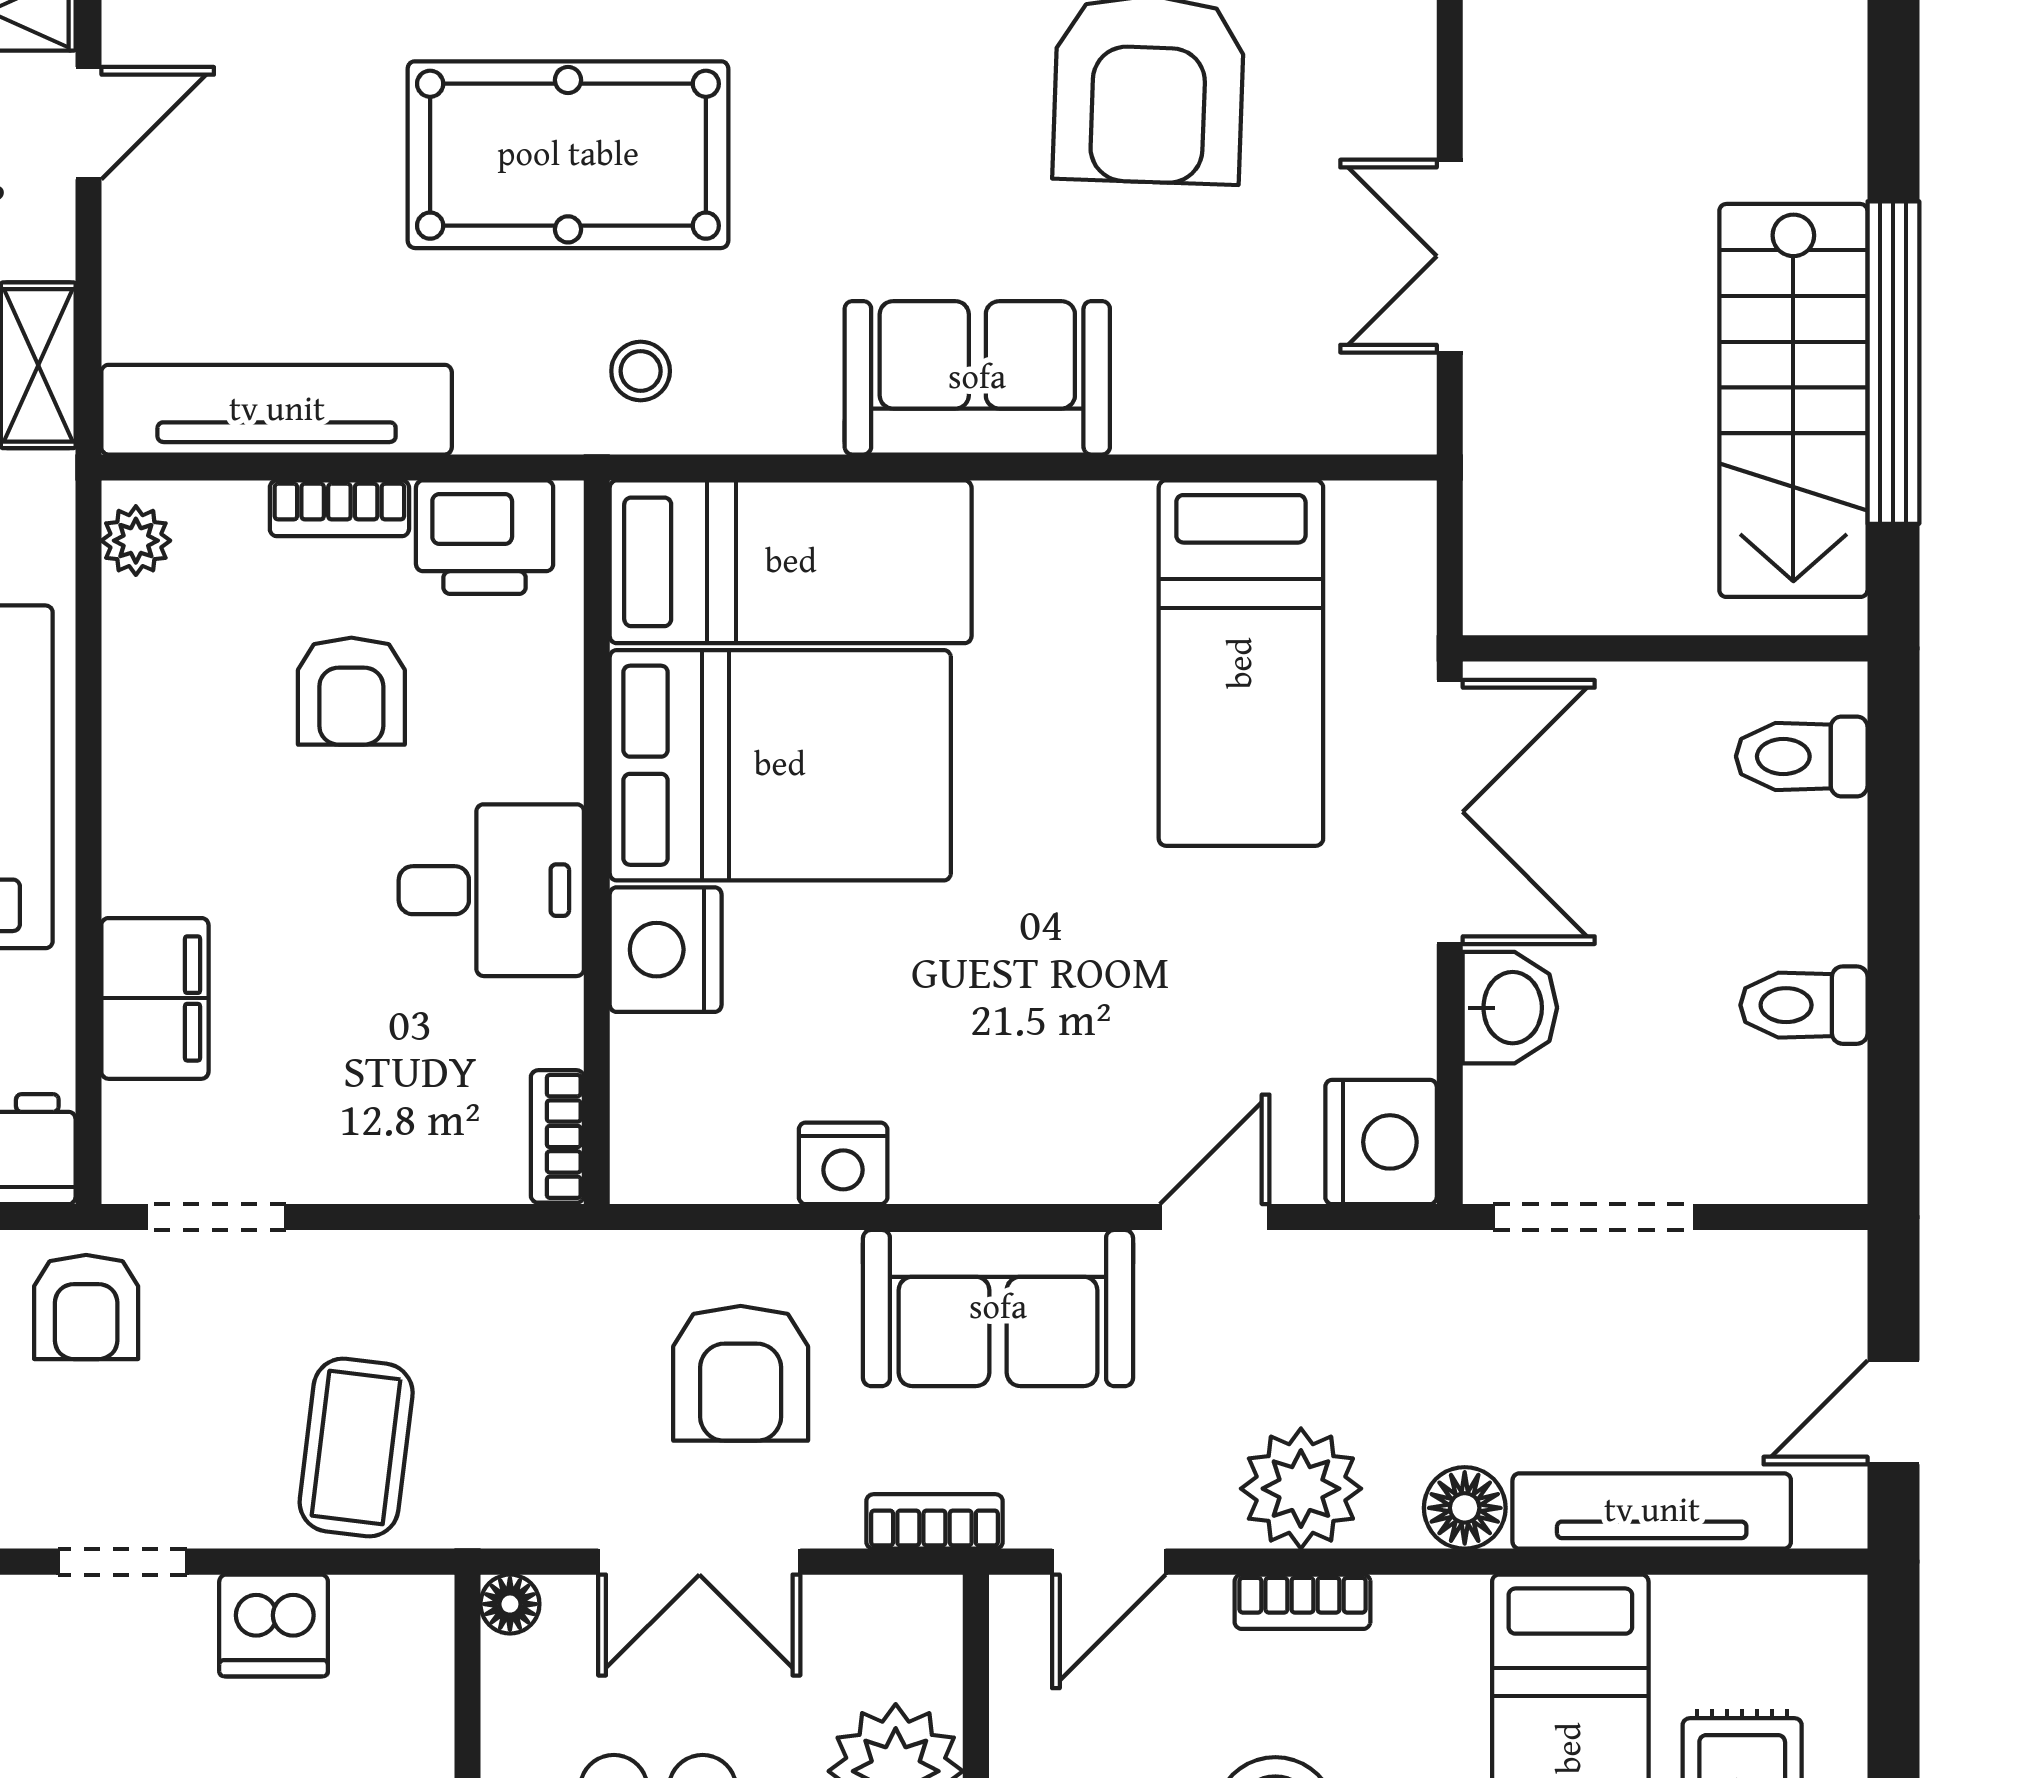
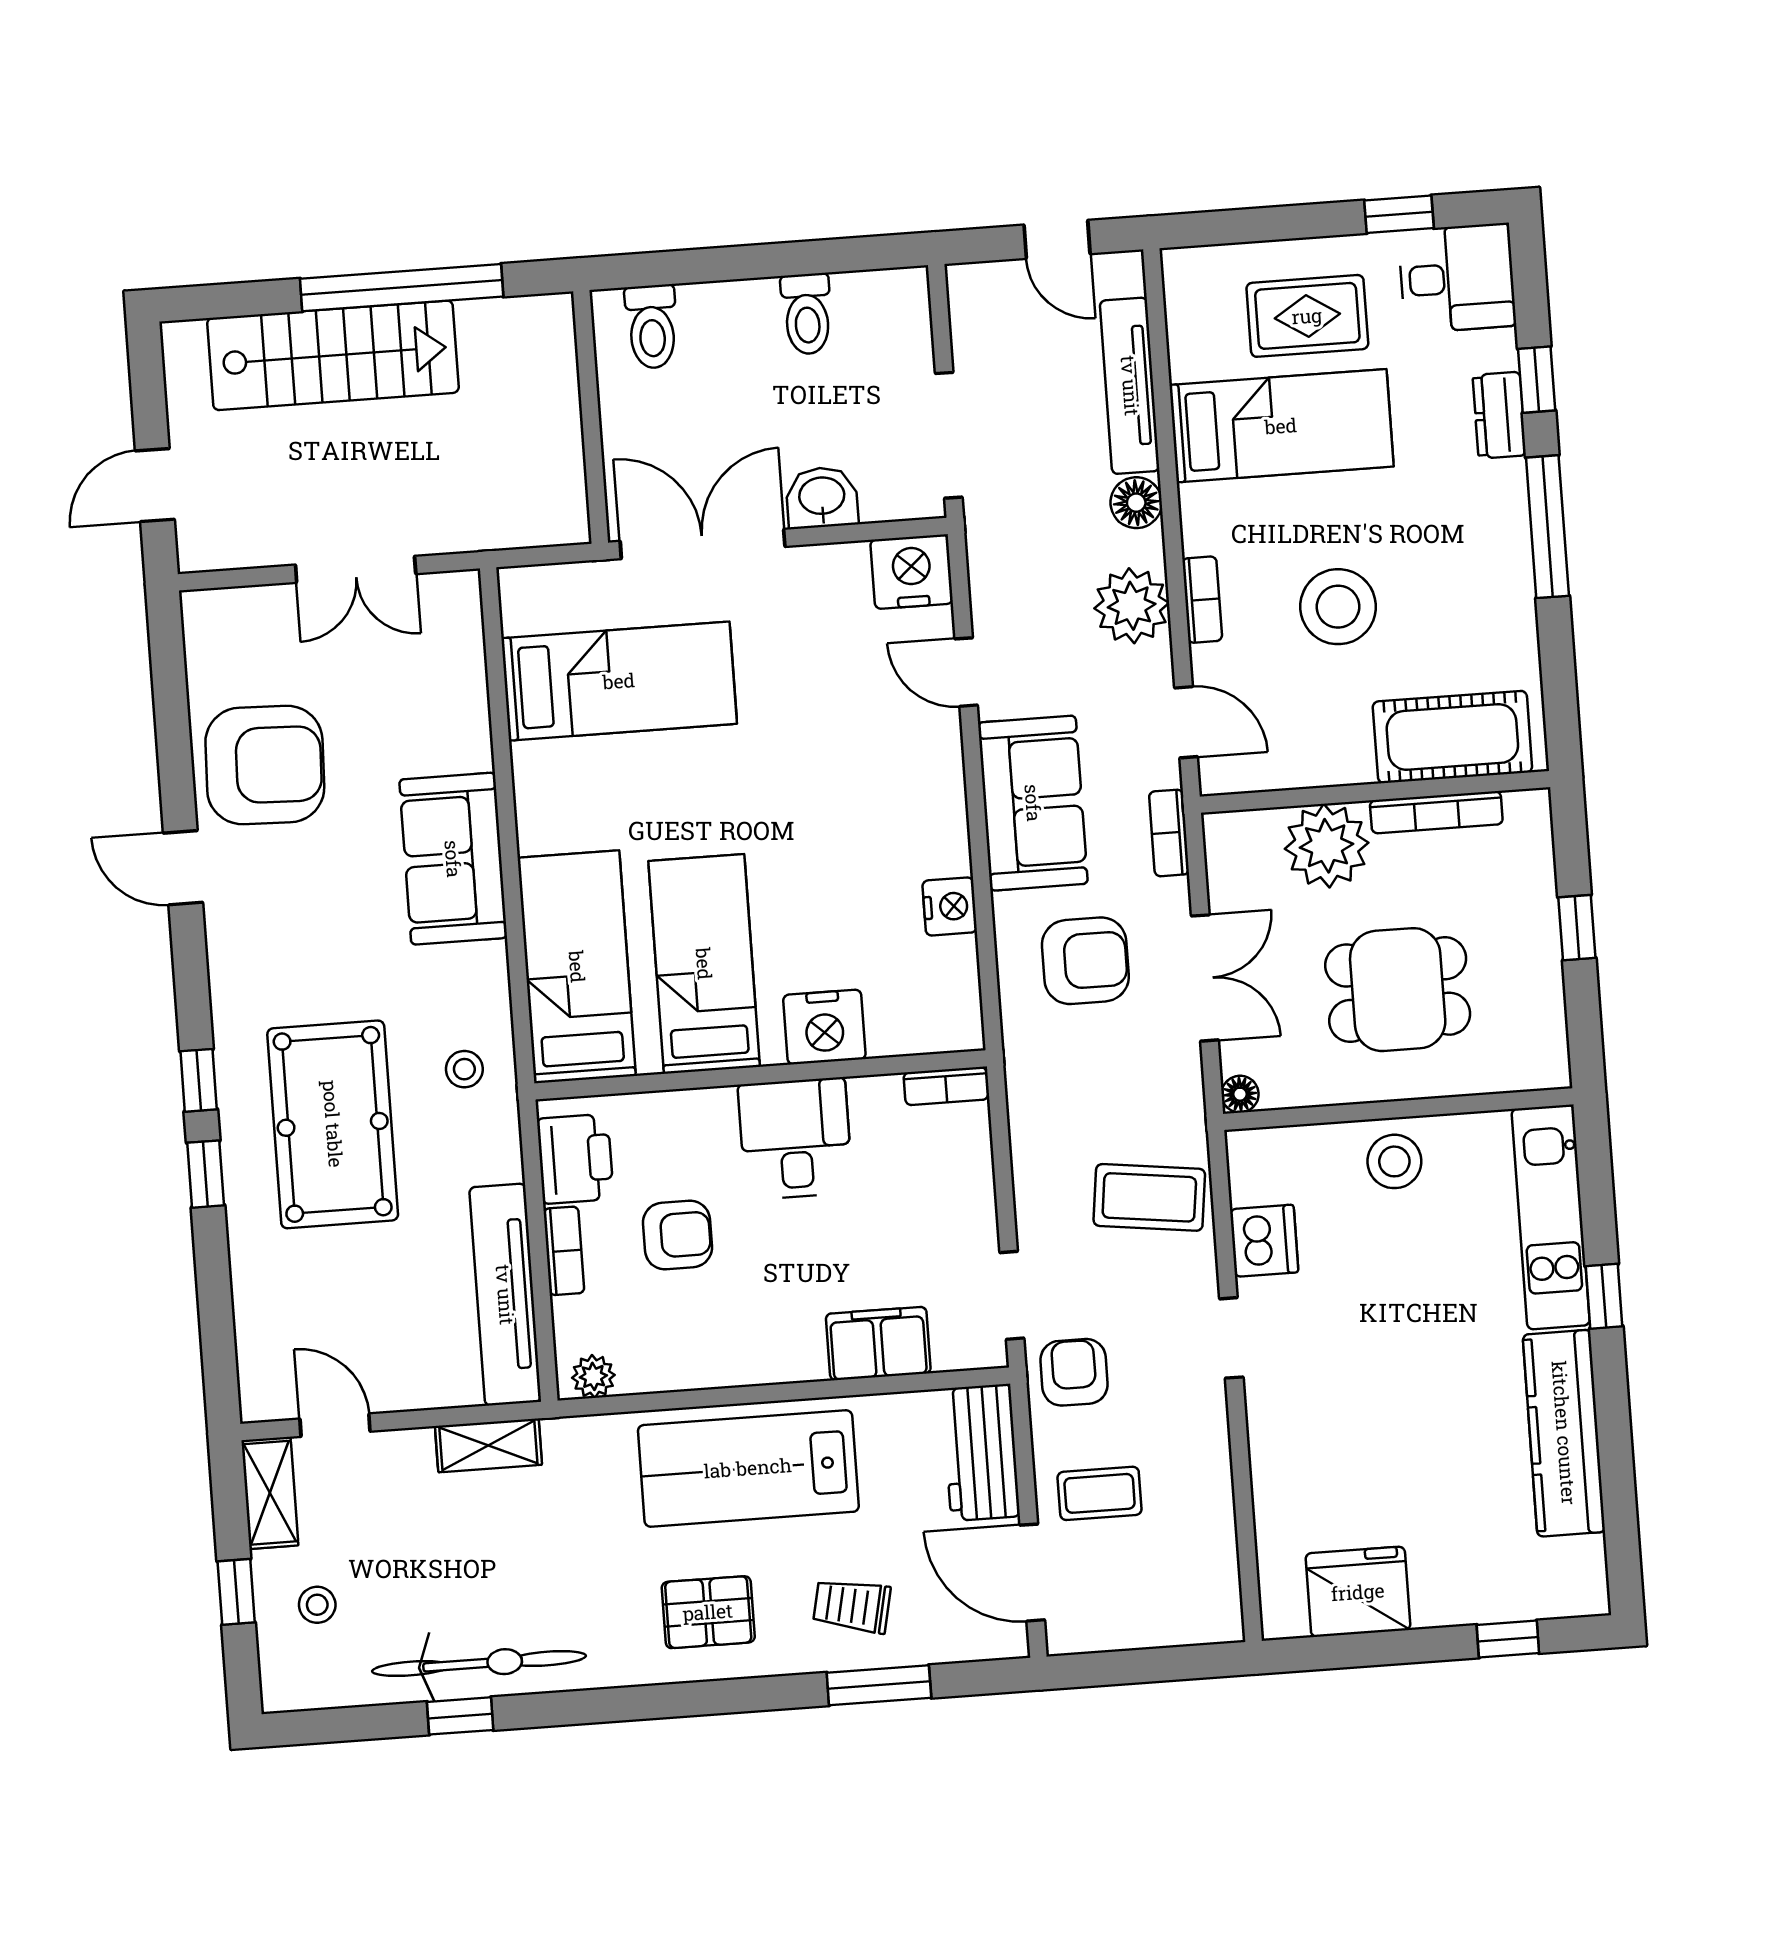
stairs: (1793, 400) -> (333, 355), moved
bed: (780, 765) -> (704, 964), width x0.67
armchair: (86, 1307) -> (1074, 1372), turned -90

